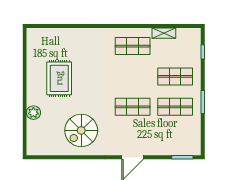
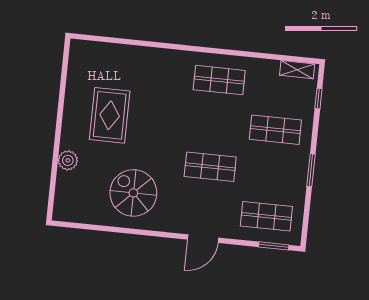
shelving: (164, 33) -> (297, 70), moved
shop shelf: (175, 107) -> (266, 216), moved
spiral stairs: (81, 130) -> (133, 193), turned 90

